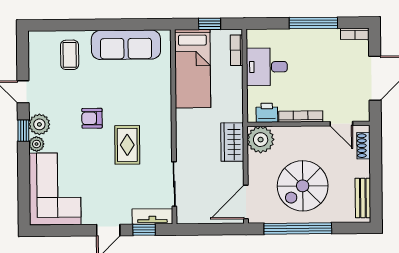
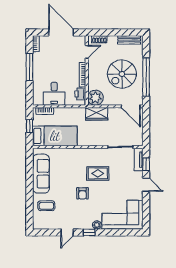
plant: (39, 124) -> (86, 223), removed
spiral stairs: (303, 186) -> (122, 74), turned 90

